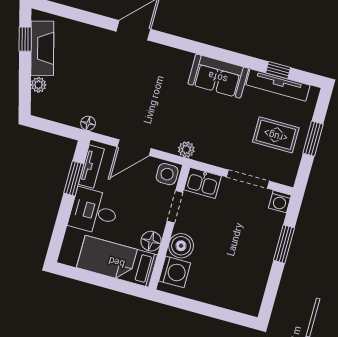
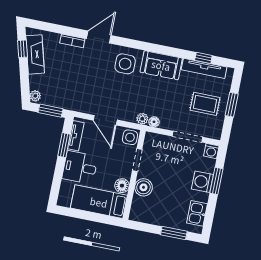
bookcase: (96, 33) -> (72, 41), added
side table: (168, 71) -> (125, 64), added
plant: (39, 85) -> (35, 96), moved
floor lamp: (88, 123) -> (154, 122), moved
window: (58, 129) -> (50, 111), added
door: (134, 148) -> (105, 120), hinge flipped
kitchen sink: (203, 183) -> (197, 213), moved, turned 90
washing machine: (175, 272) -> (202, 182), moved, turned 180
window: (219, 313) -> (174, 233), added

